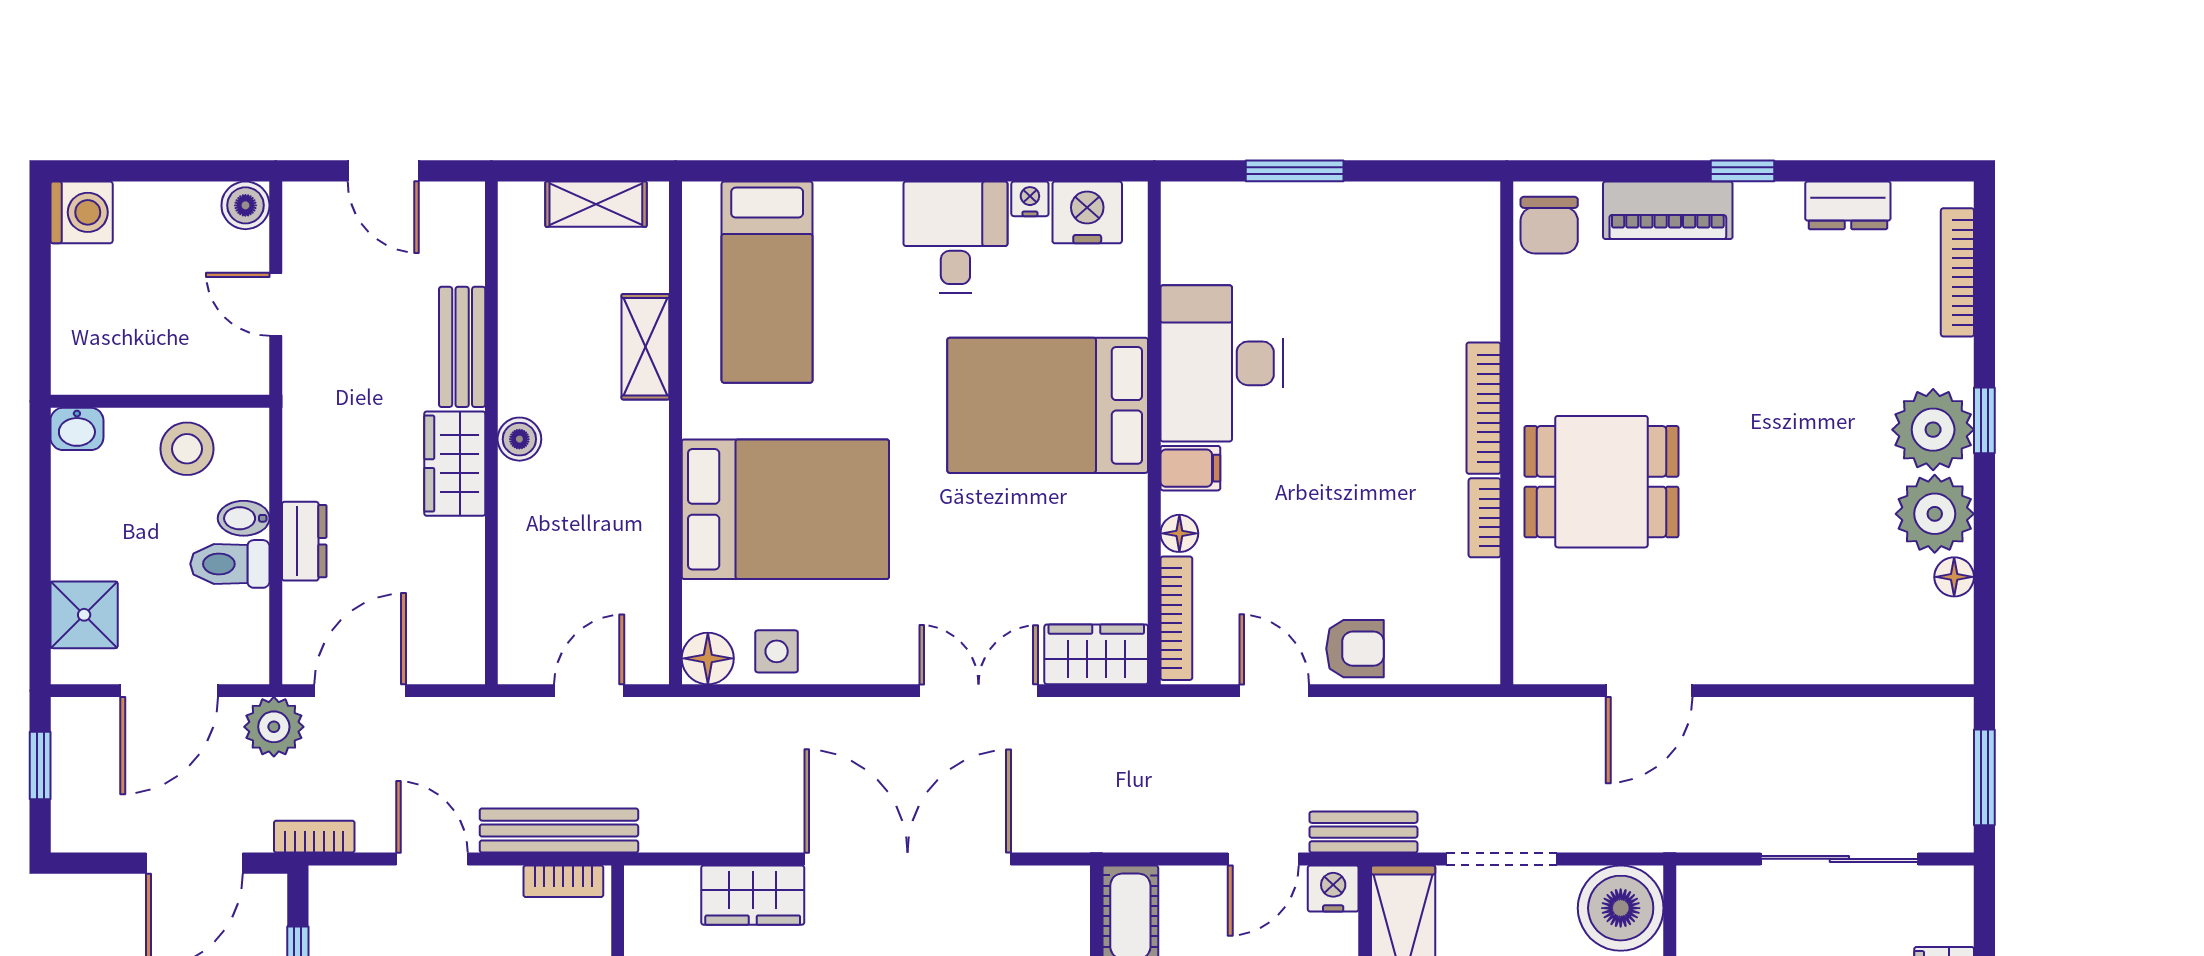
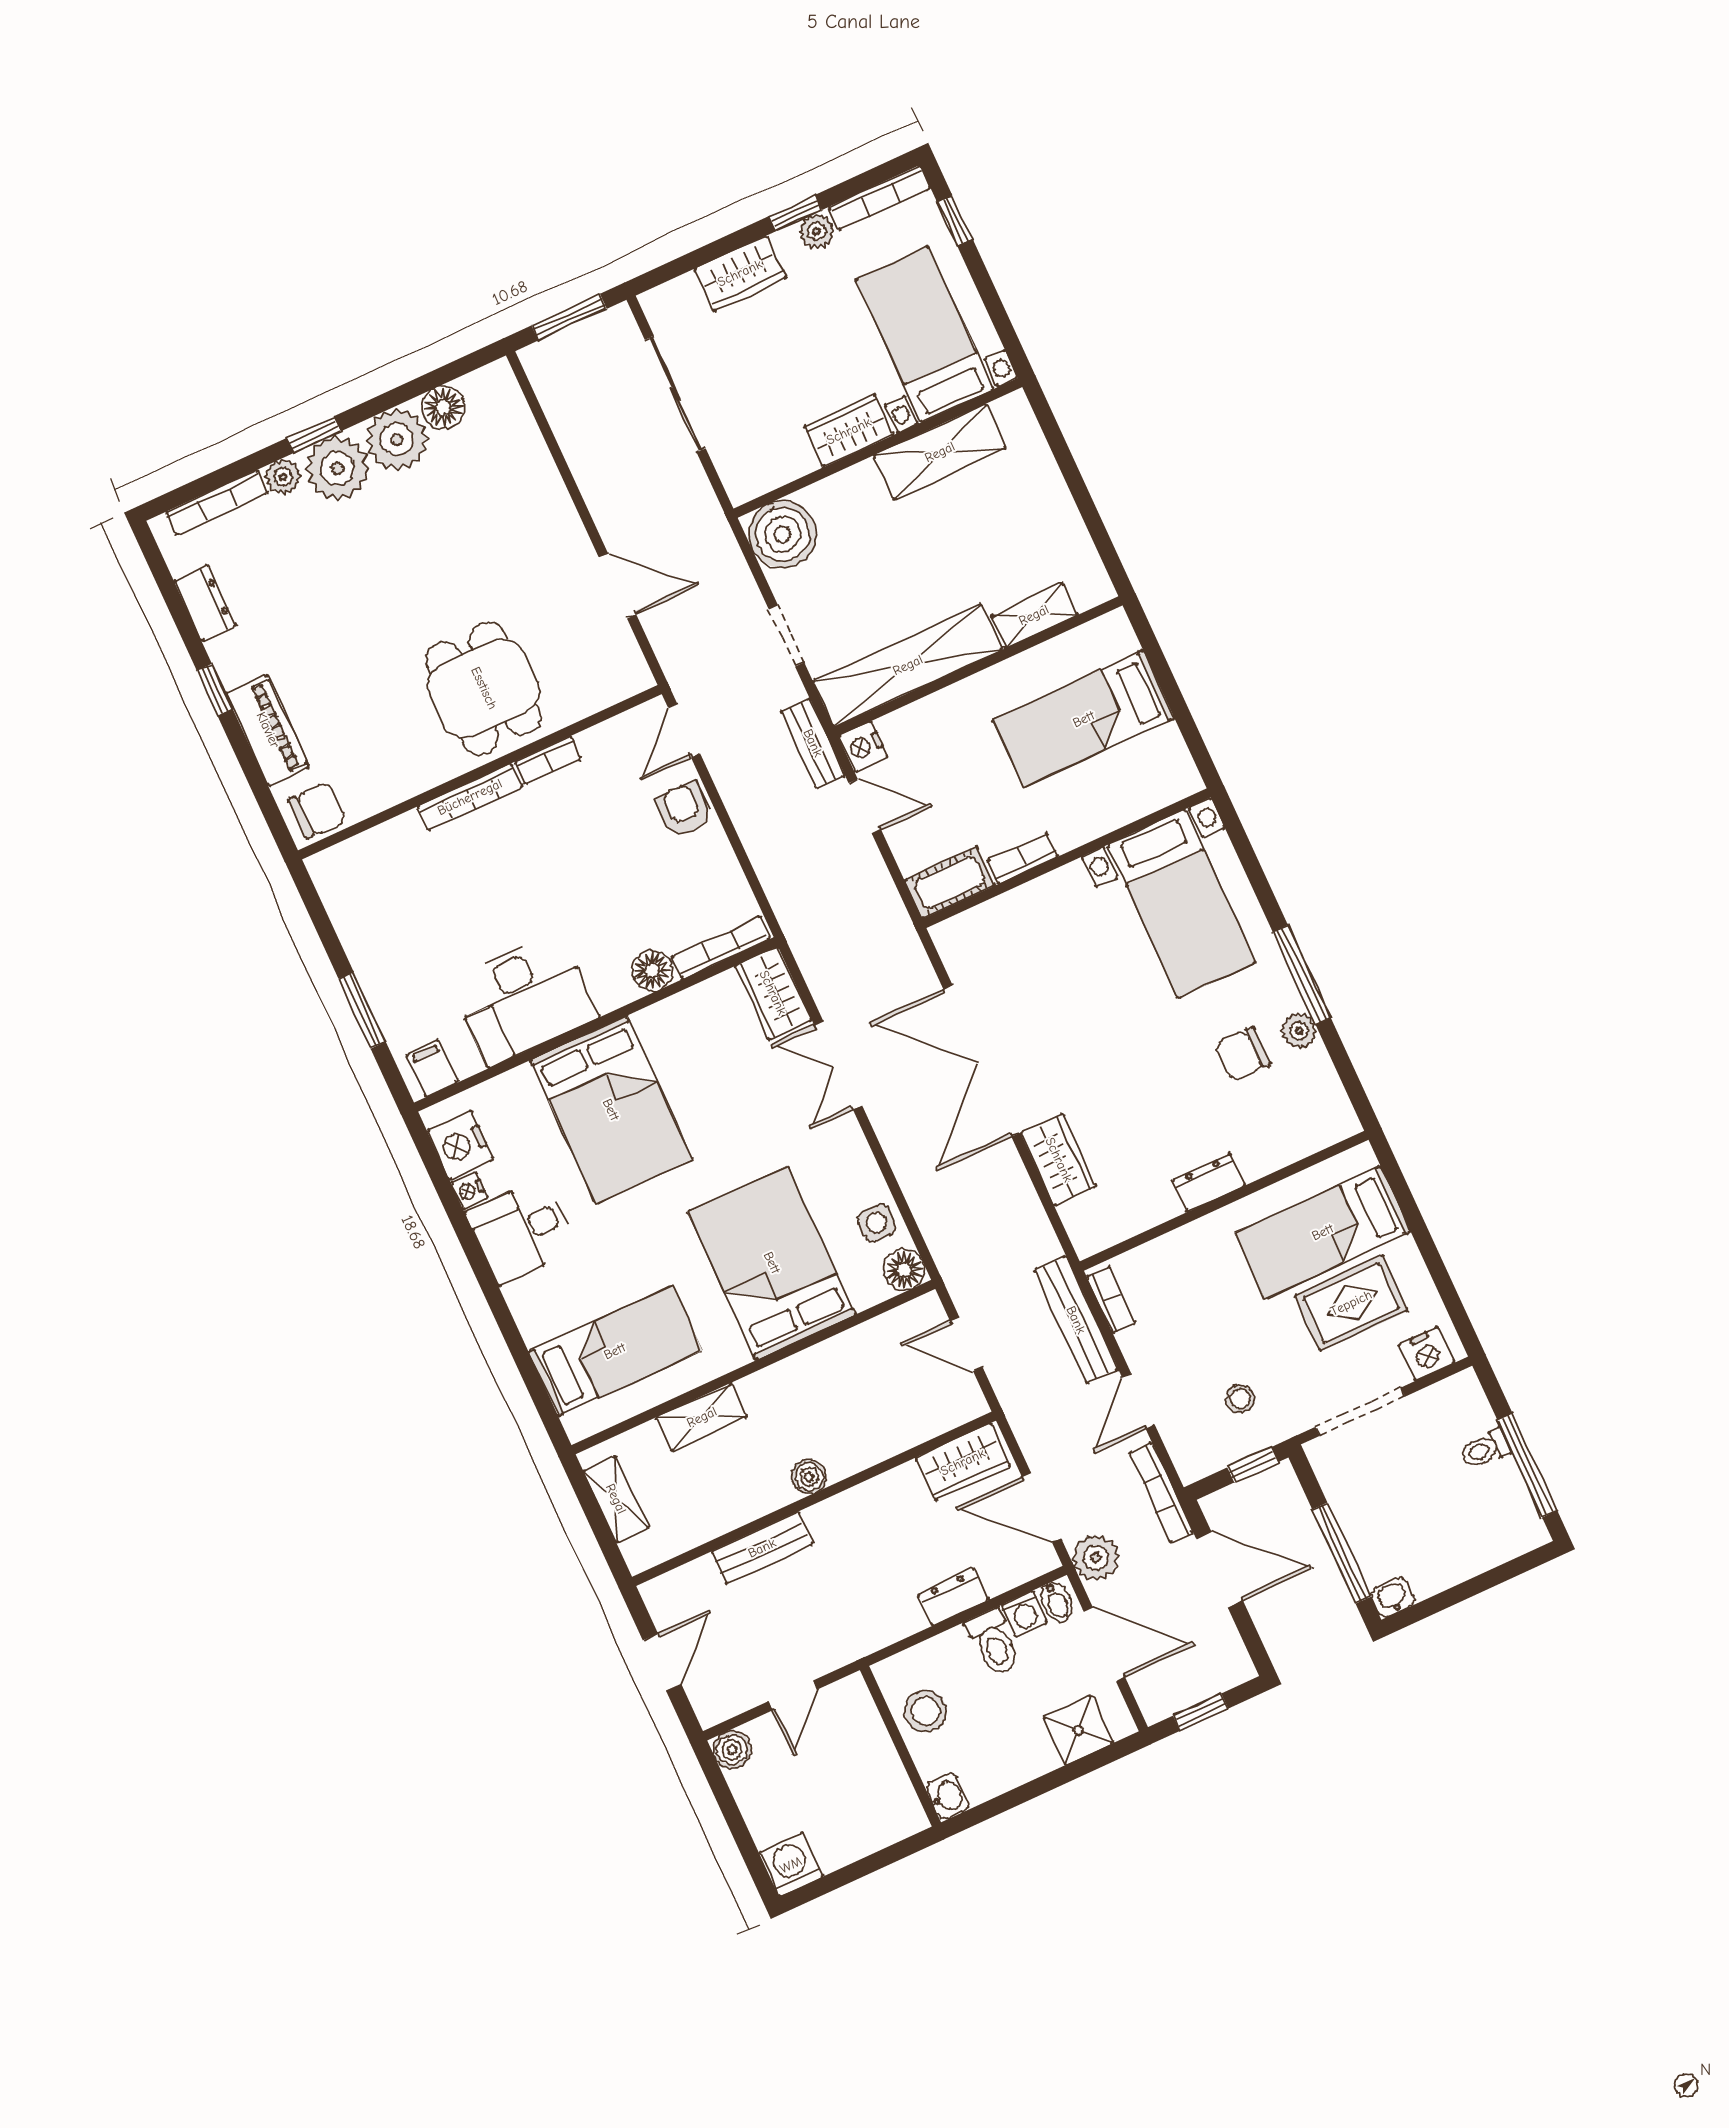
plant: (1952, 363) -> (283, 477), added
wardrobe: (455, 464) -> (963, 1462), moved
filing cabinet: (1190, 468) -> (432, 1068), moved
bidet: (244, 518) -> (1057, 1602), moved
floor lamp: (1179, 533) -> (652, 971), width x1.37, depth x1.37
floor lamp: (1954, 577) -> (443, 408), width x1.37, depth x1.37
washing machine: (247, 614) -> (1024, 1614), added
door: (1274, 691) -> (684, 731), moved
bookcase: (314, 837) -> (1161, 1493), width x1.56
doorway: (1502, 859) -> (786, 636), width x0.73

